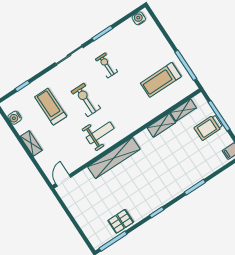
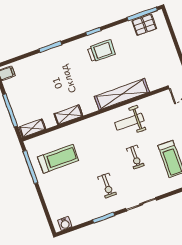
exercise bike: (86, 100) -> (135, 157), width x0.73, depth x0.72
shelving: (183, 110) -> (32, 128), moved
trolley: (208, 127) -> (101, 51), moved
pallet: (121, 221) -> (144, 25), moved

